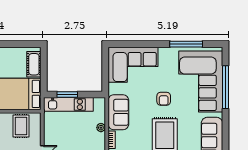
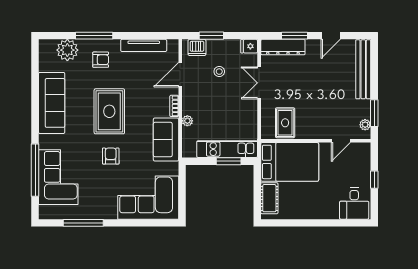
corner sofa: (201, 81) -> (58, 177), width x0.73, depth x0.74

